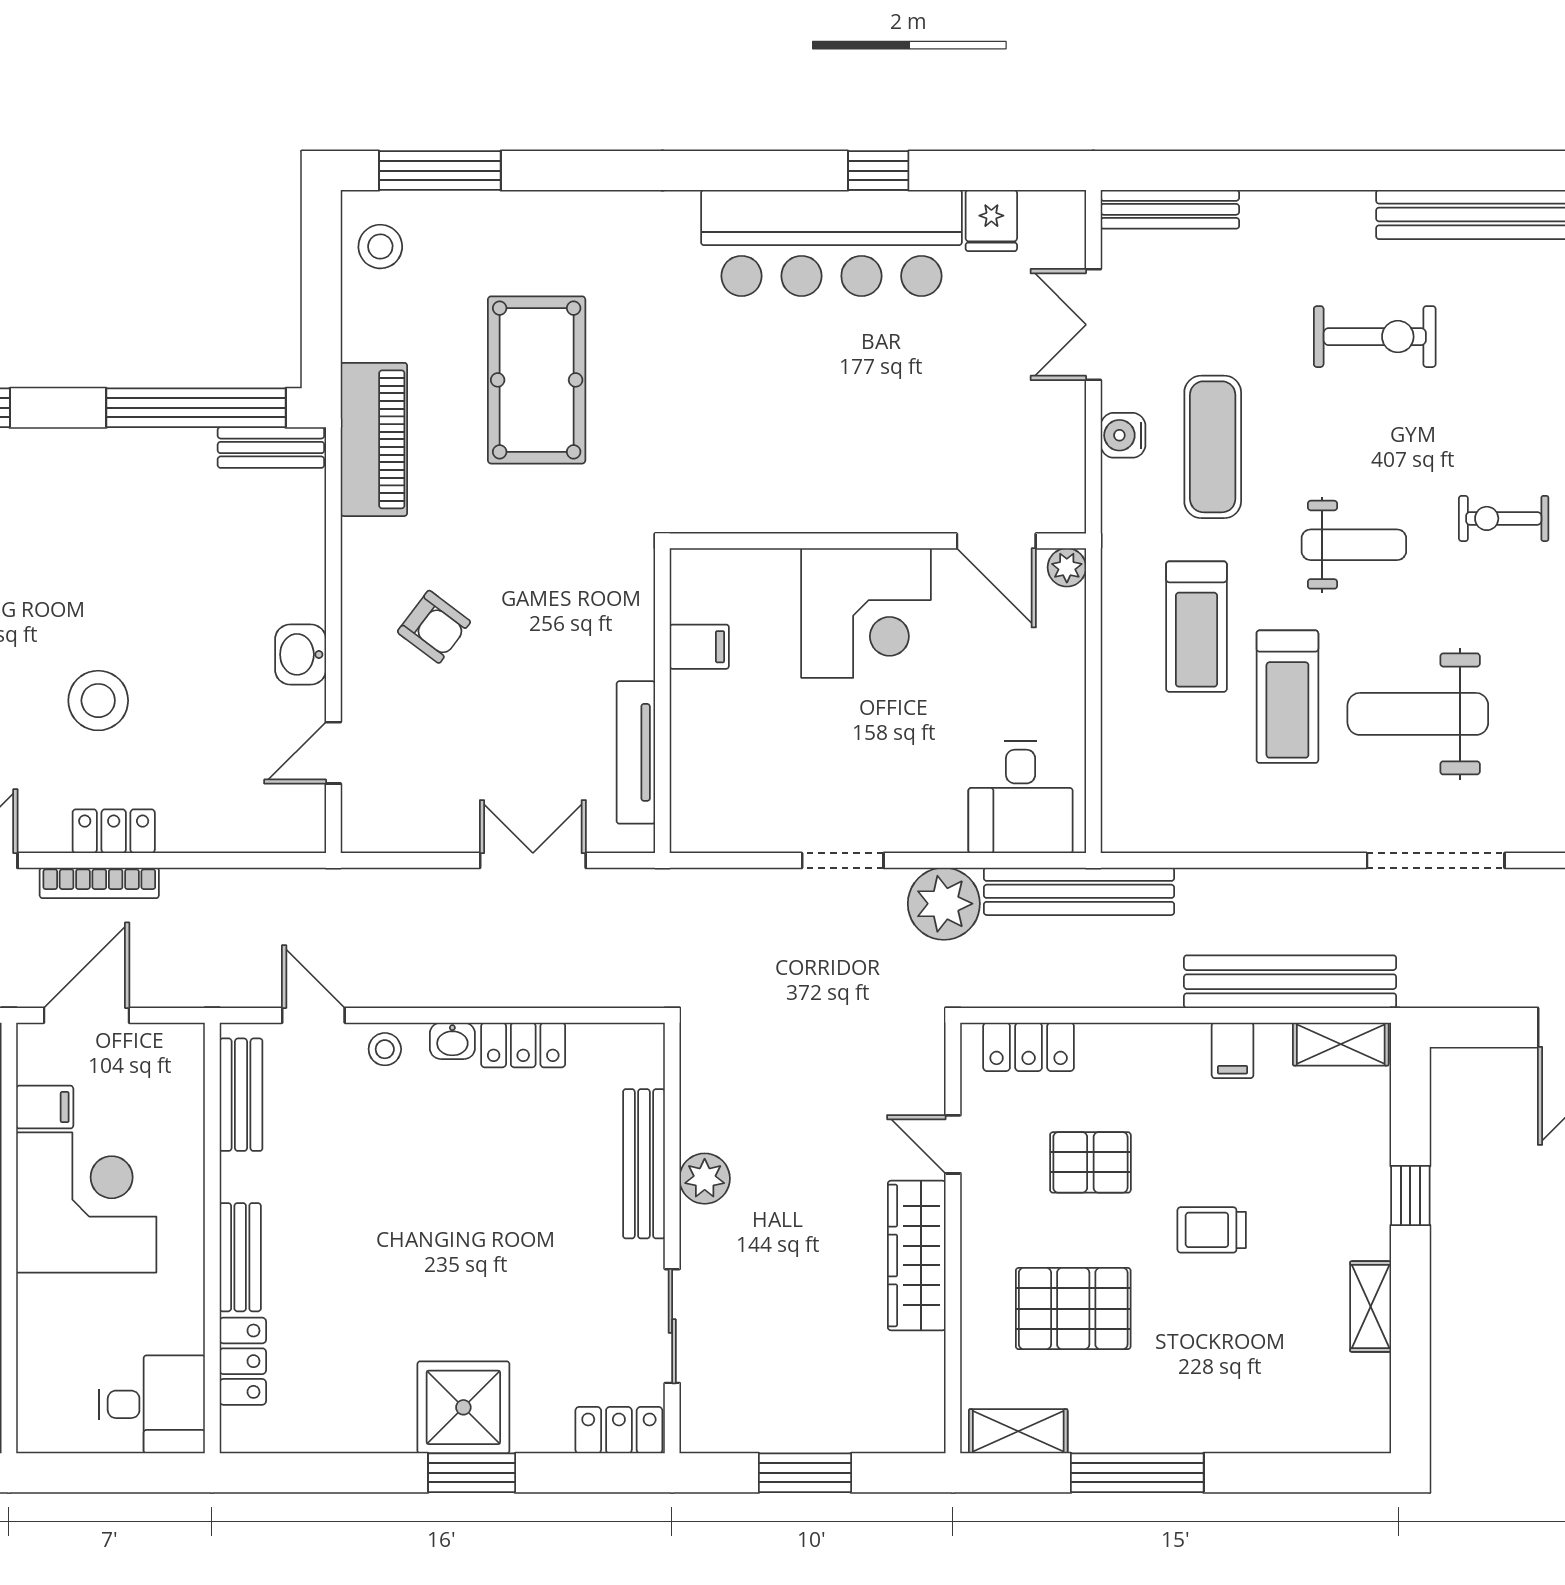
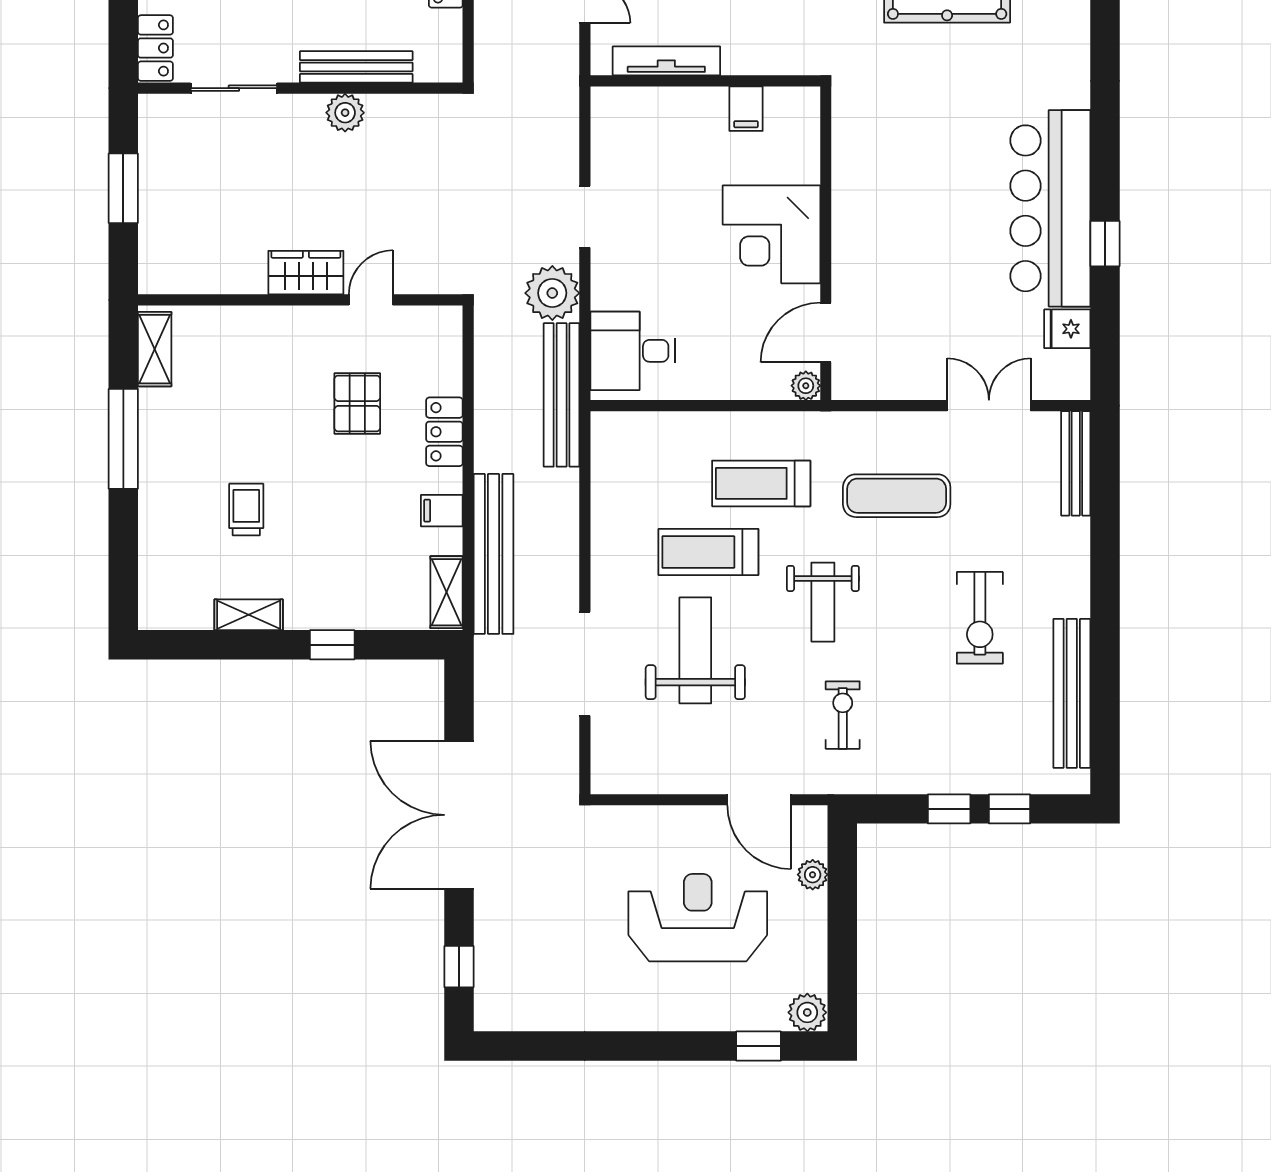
water cooler: (1123, 435) -> (905, 428), removed
locker: (1029, 1047) -> (444, 432), moved
trolley: (1212, 1230) -> (246, 510), moved
wardrobe: (917, 1255) -> (306, 273), width x0.67
pallet: (1073, 1309) -> (247, 391), removed

